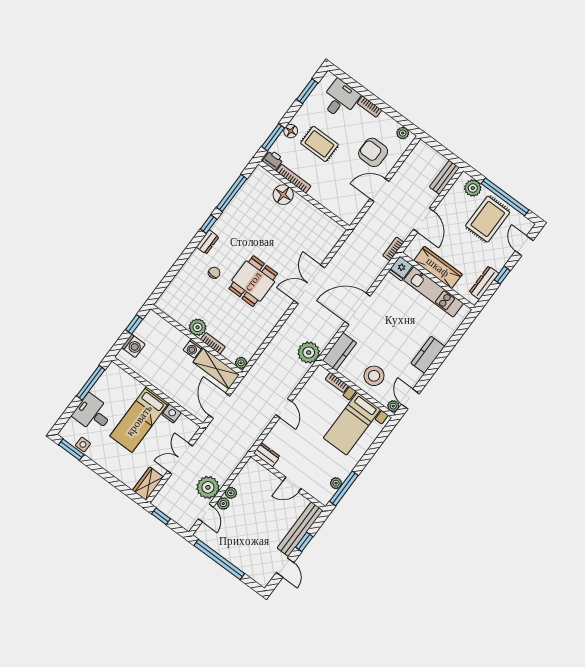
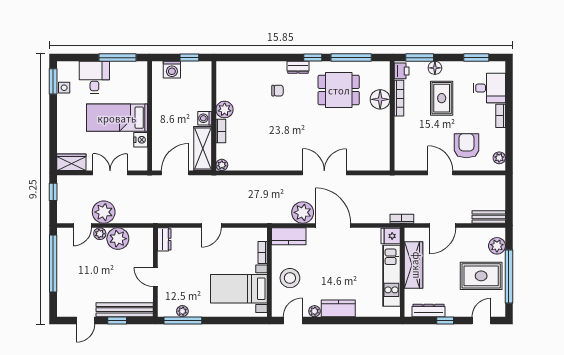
dining table: (253, 281) -> (339, 90), moved
plant: (309, 353) -> (303, 212), moved
plant: (393, 406) -> (314, 311), moved
plant: (231, 493) -> (118, 239), width x1.88, depth x1.88

